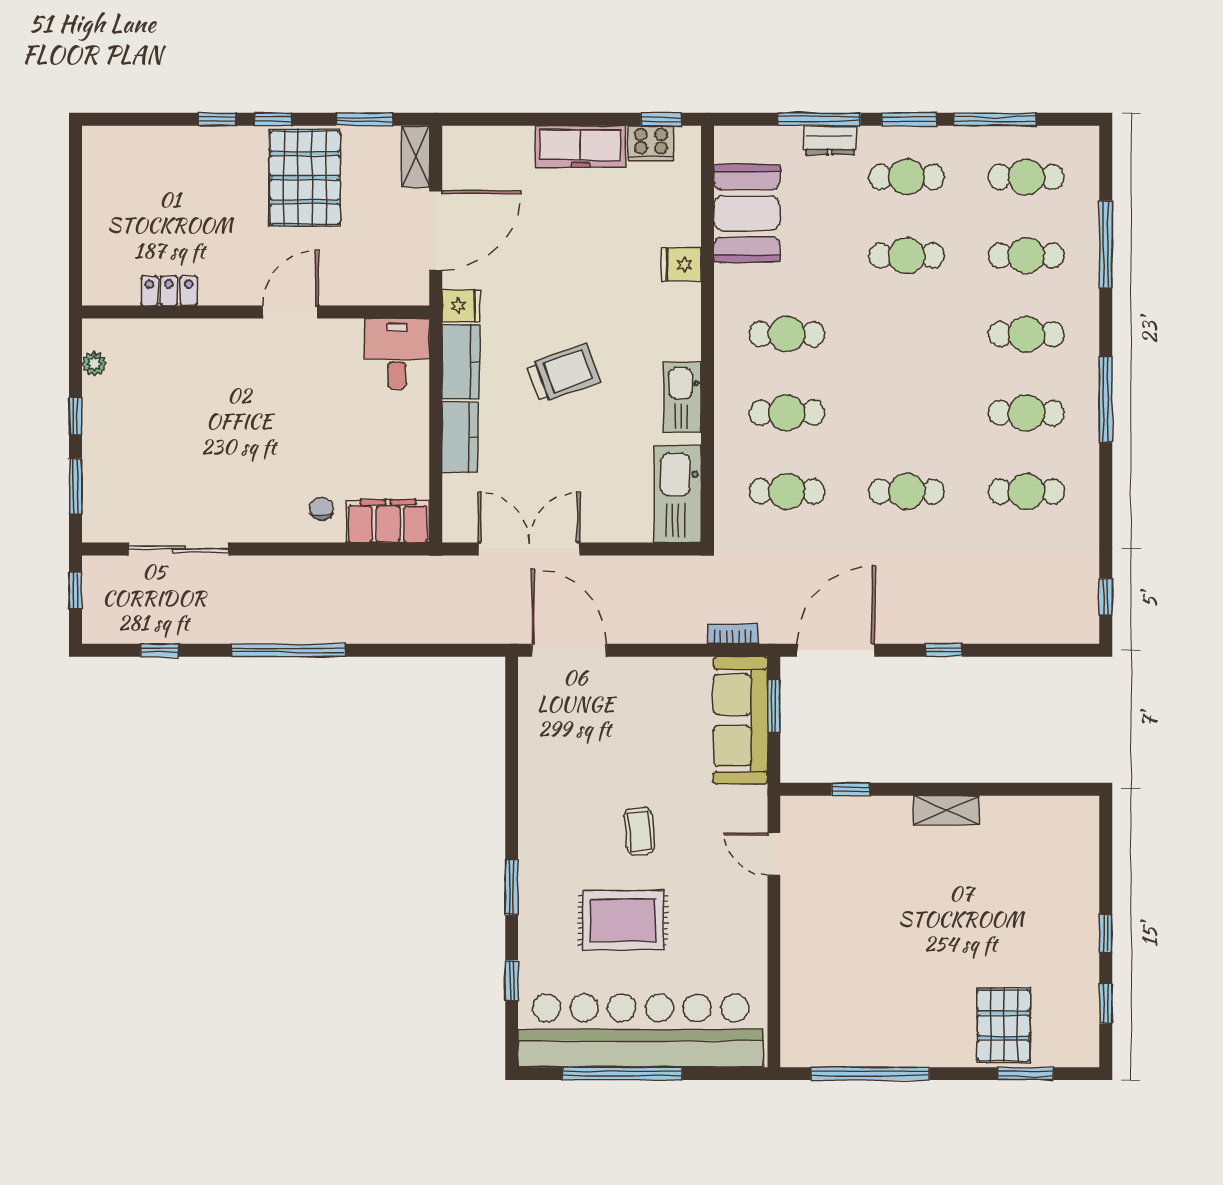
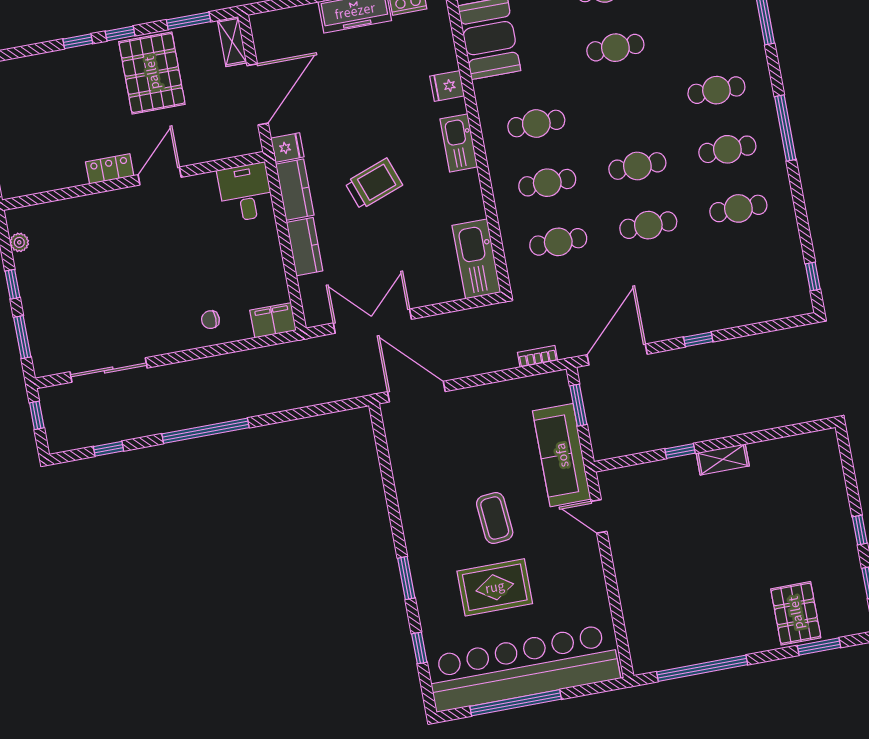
cafe table: (1026, 256) -> (637, 166), moved
locker: (169, 291) -> (110, 169), moved
kitchen sink: (683, 397) -> (459, 143), moved
chair: (321, 509) -> (210, 320), turned -90
filing cabinet: (388, 521) -> (273, 320), width x0.67, depth x0.86
sofa: (740, 720) -> (562, 455), moved
window: (850, 789) -> (680, 451), moved
coffee table: (639, 831) -> (495, 518), width x1.36, depth x1.30

